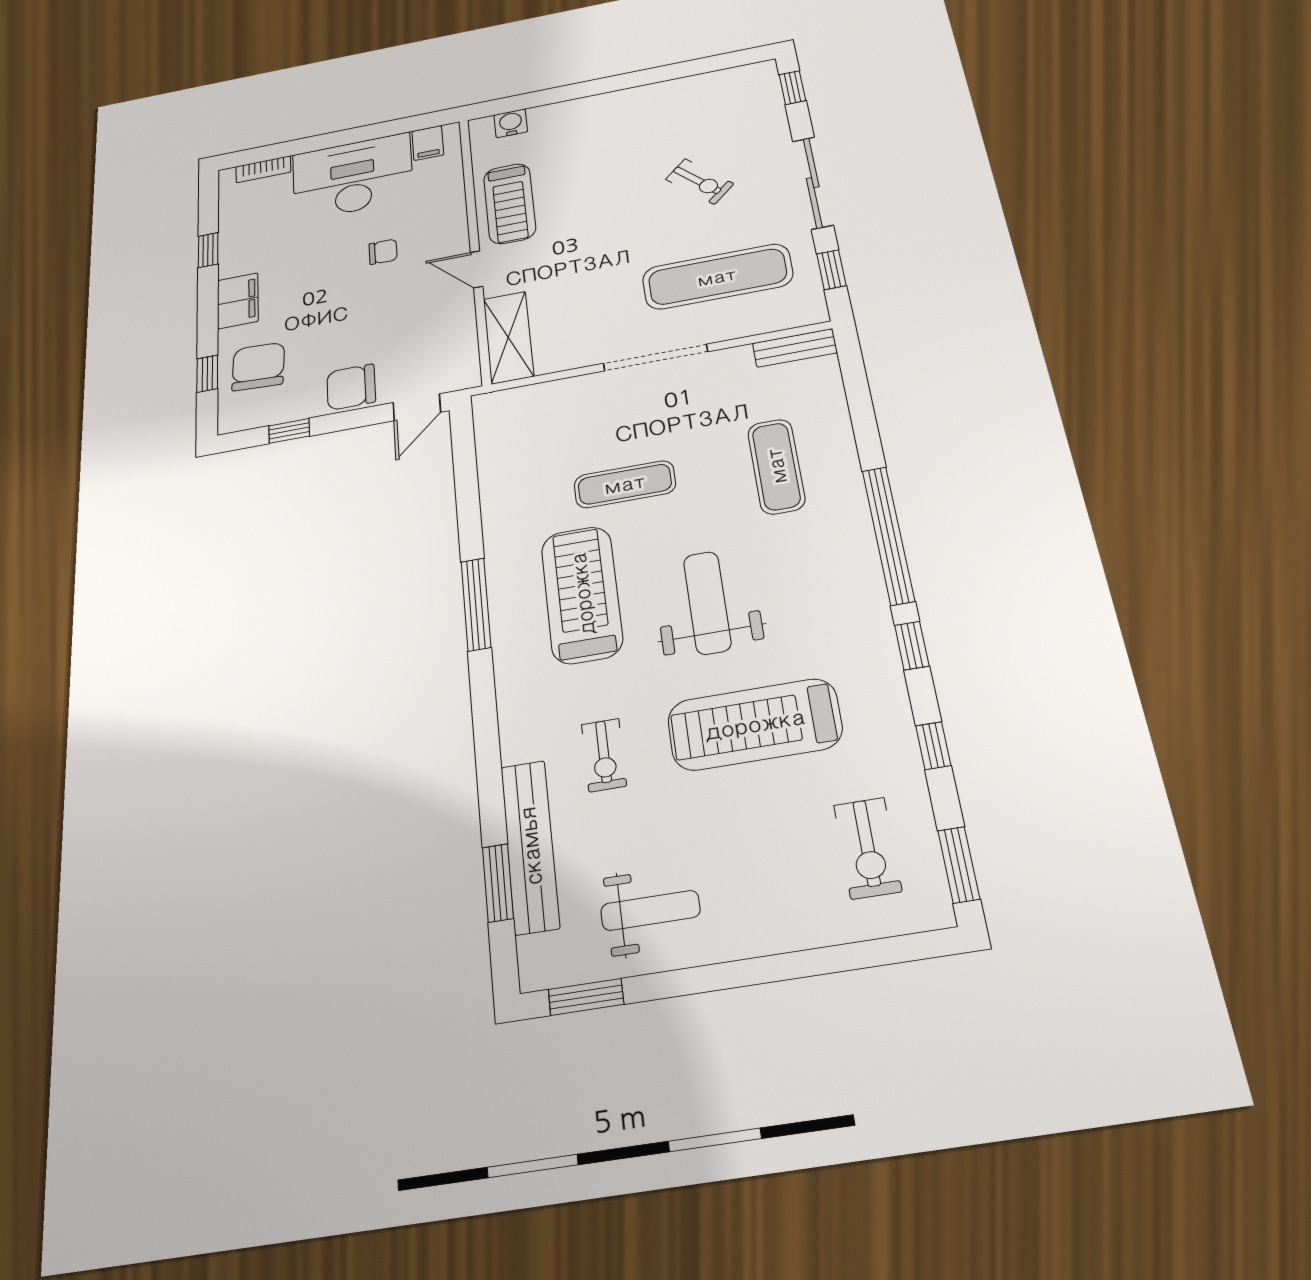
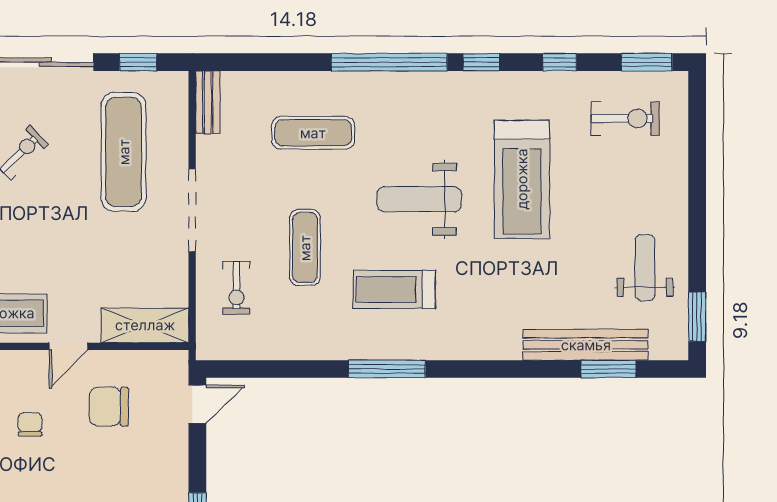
chair: (351, 387) -> (109, 407), moved, turned 90
door: (417, 407) -> (197, 404), hinge flipped
treadmill: (582, 594) -> (394, 290), width x0.73, depth x0.73
exercise bike: (604, 755) -> (236, 288), moved, turned 90

